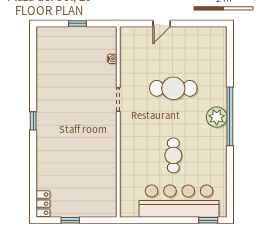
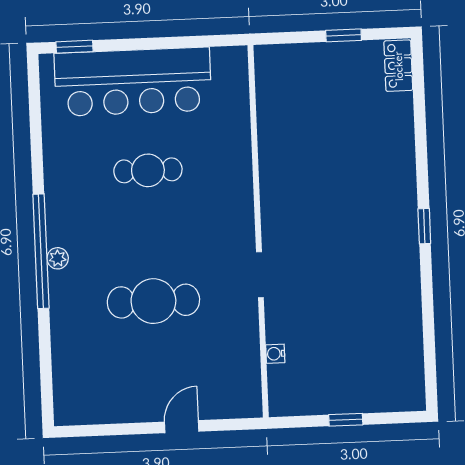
plant: (217, 117) -> (58, 258), width x0.53, depth x0.53
cafe table: (173, 155) -> (148, 170), turned 90

